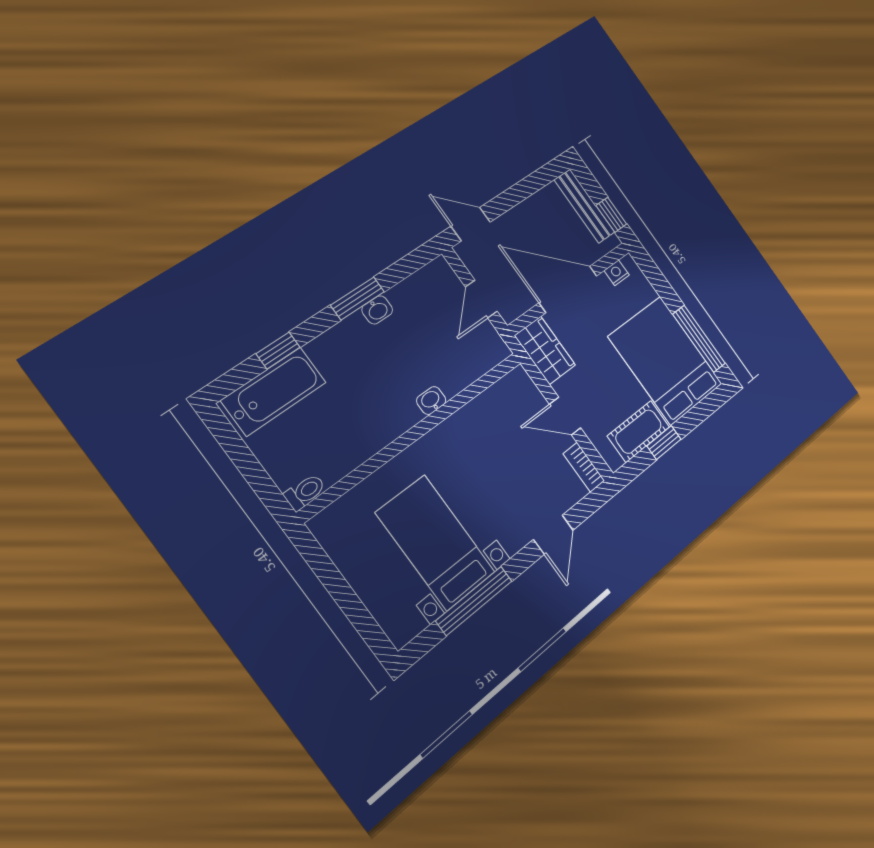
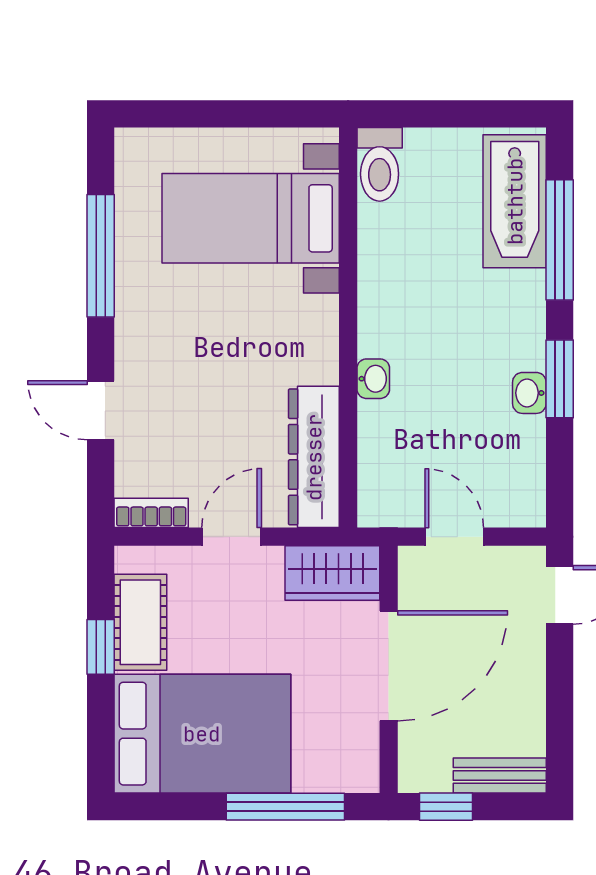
bench: (584, 206) -> (500, 775), width x0.73
nightstand: (617, 273) -> (364, 753), removed
window: (699, 339) -> (285, 807), moved
window: (278, 351) -> (560, 240), width x2.17
dresser: (495, 403) -> (314, 457), added
toilet: (305, 492) -> (380, 164), width x1.37, depth x1.39
bed with nightstands: (436, 542) -> (251, 218), moved, turned 180

